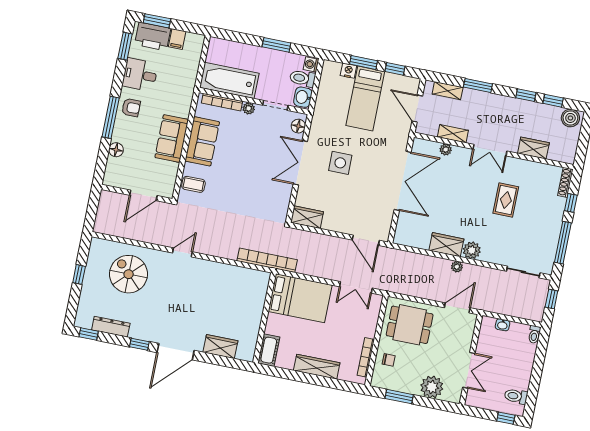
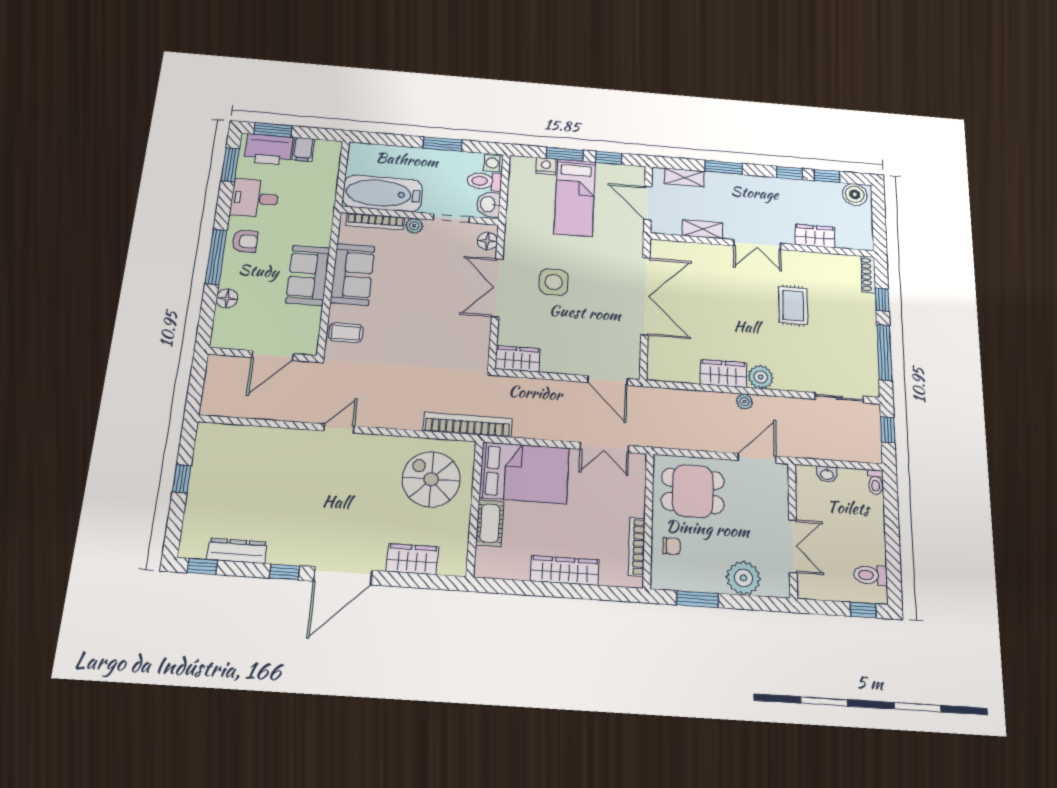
plant: (446, 150) -> (697, 250), removed
spiral stairs: (129, 274) -> (431, 479), moved
cot: (269, 350) -> (490, 523), moved

